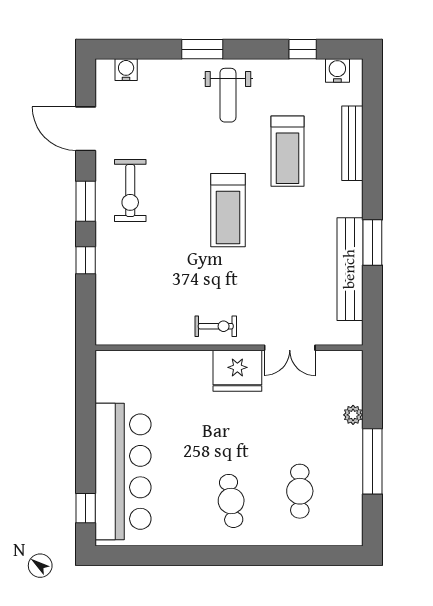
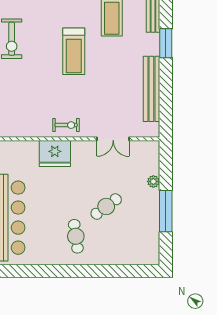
window: (372, 243) -> (166, 43), moved
fridge: (237, 371) -> (55, 153), moved
cafe table: (300, 491) -> (106, 207), moved, turned 53

